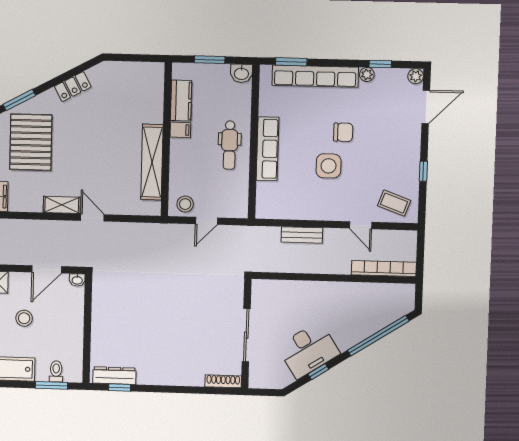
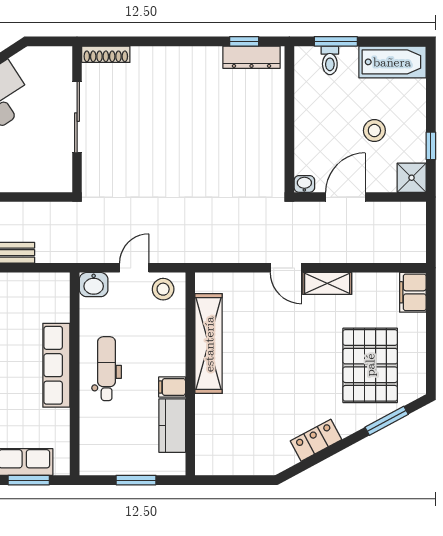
washbasin: (241, 73) -> (94, 285), moved, turned 180

